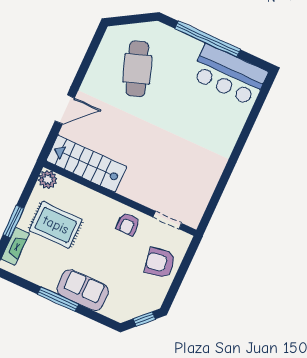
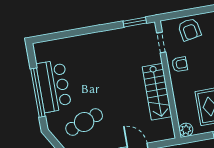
bar counter: (229, 75) -> (54, 86), moved
stairs: (86, 164) -> (157, 92), moved
window: (212, 206) -> (135, 22), added

